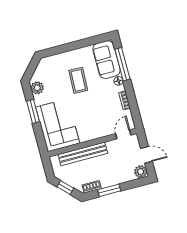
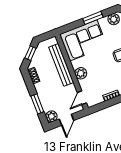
plant: (95, 132) -> (81, 73), added
door: (123, 134) -> (82, 98), swing flipped
window: (109, 190) -> (37, 104), moved

